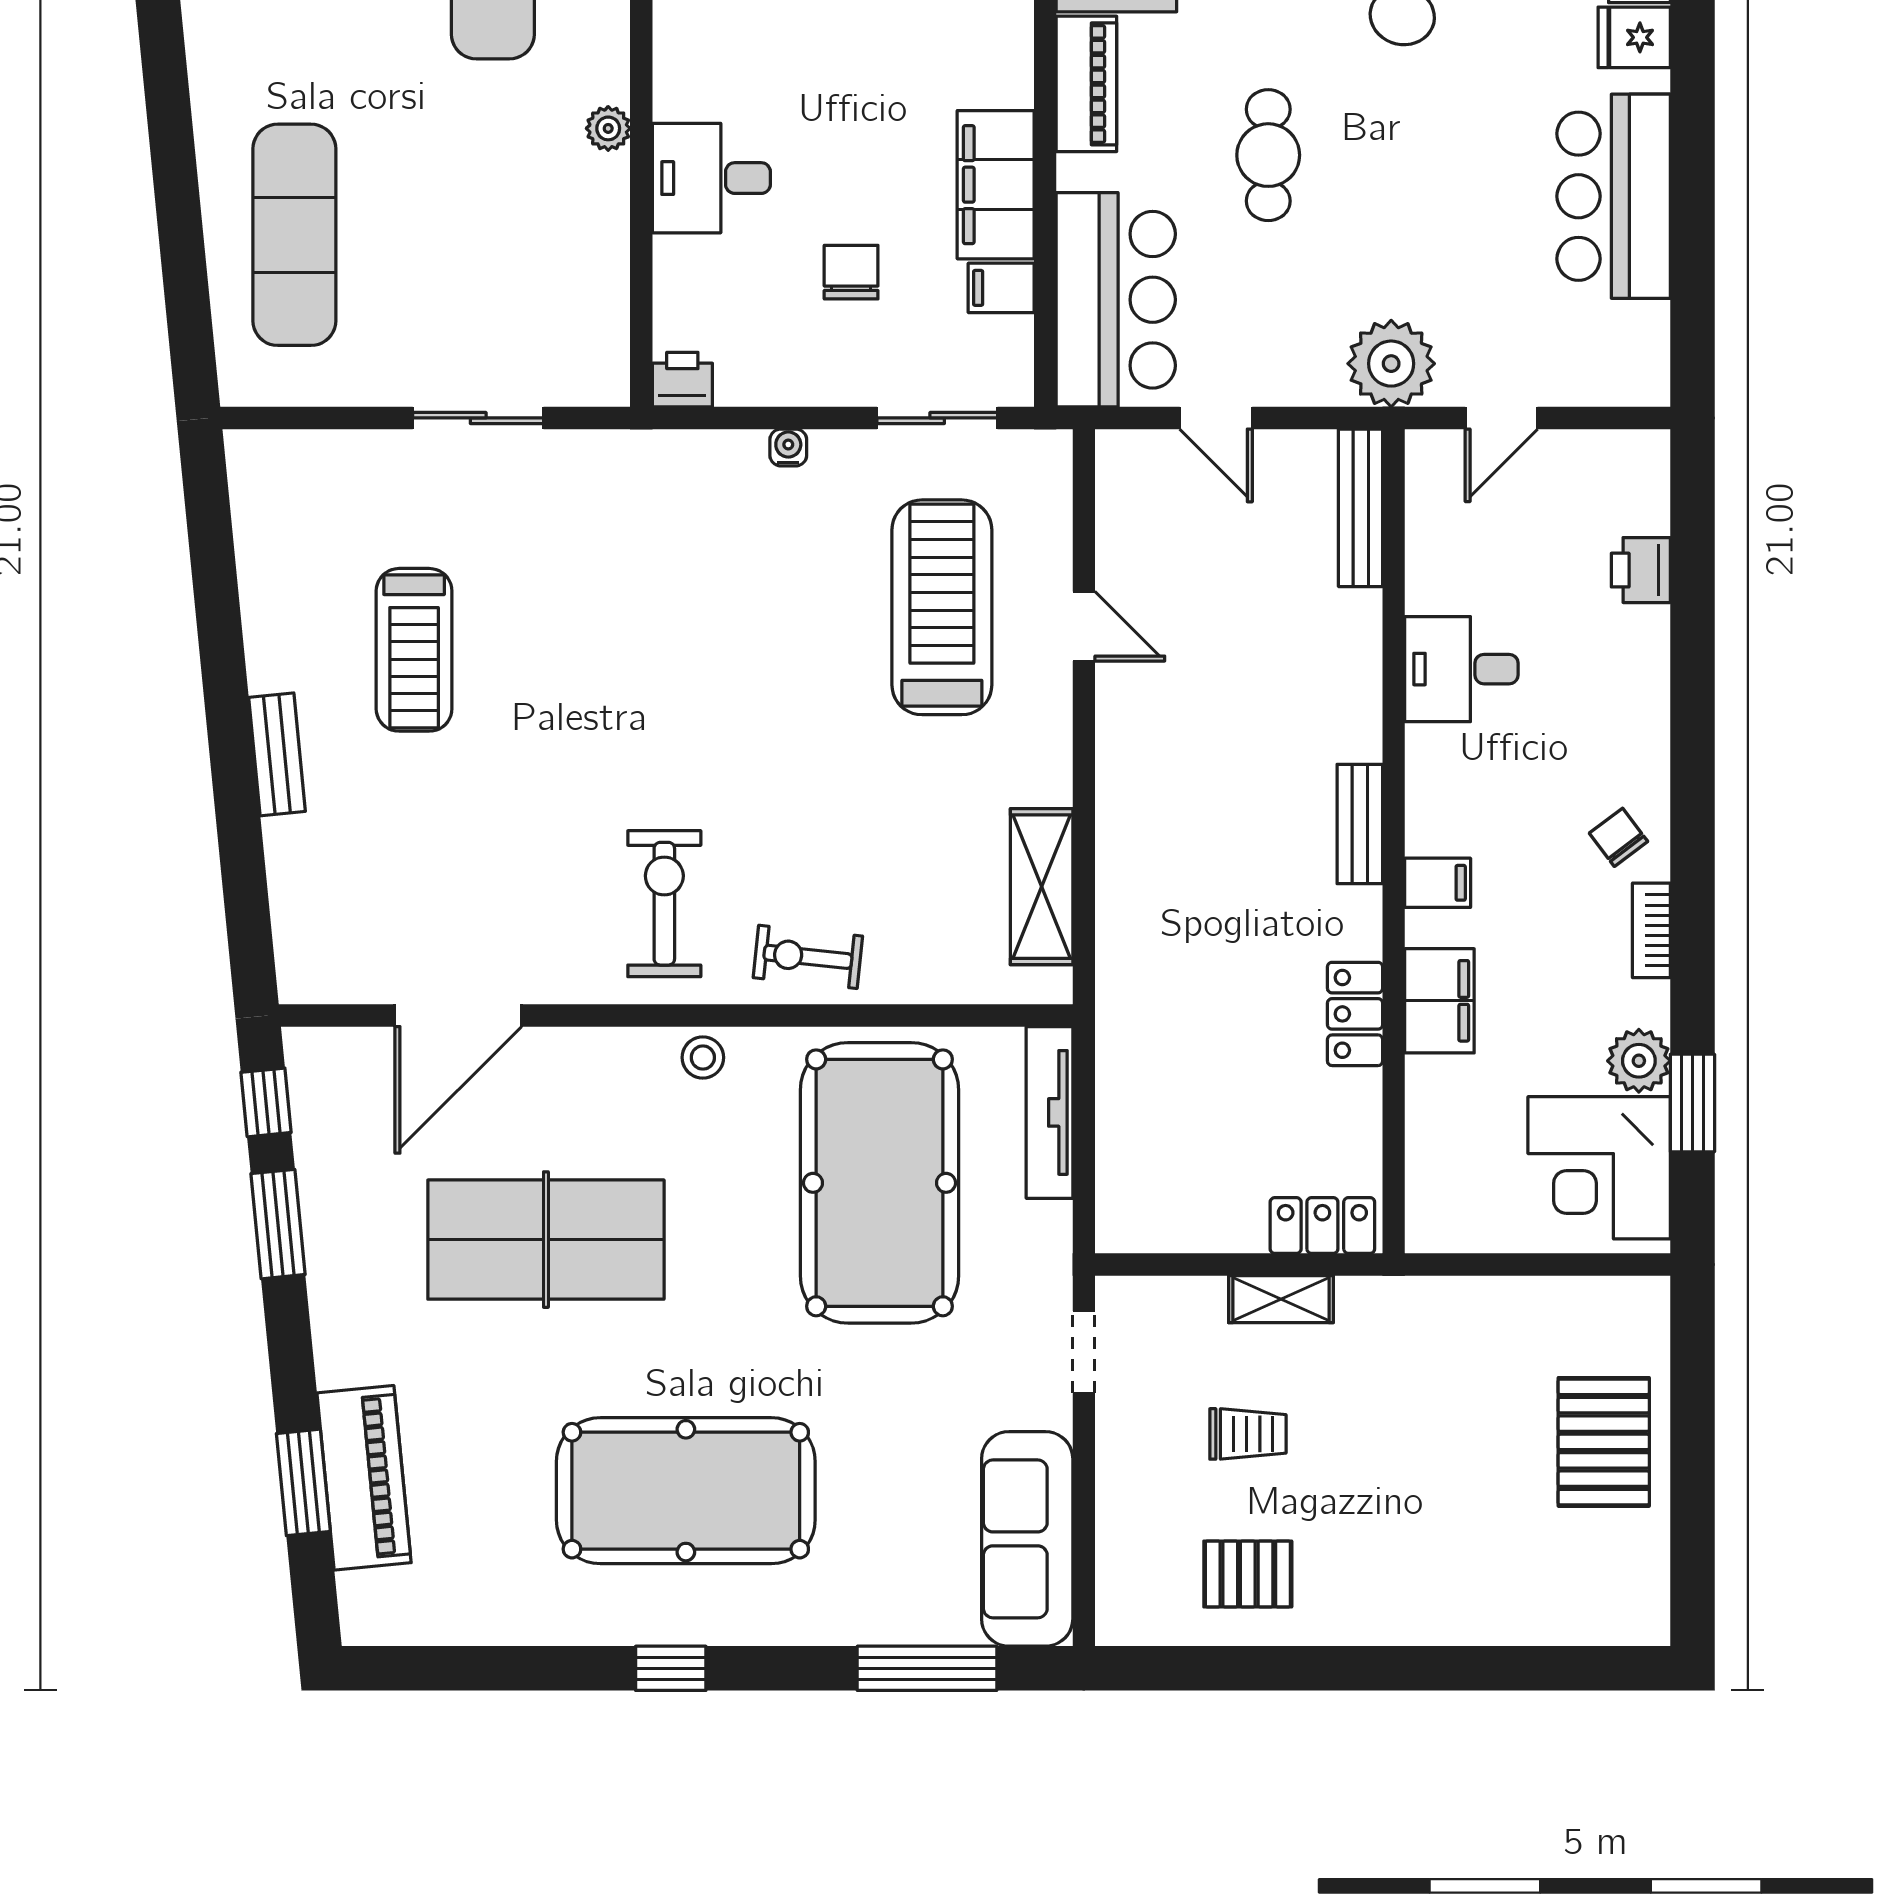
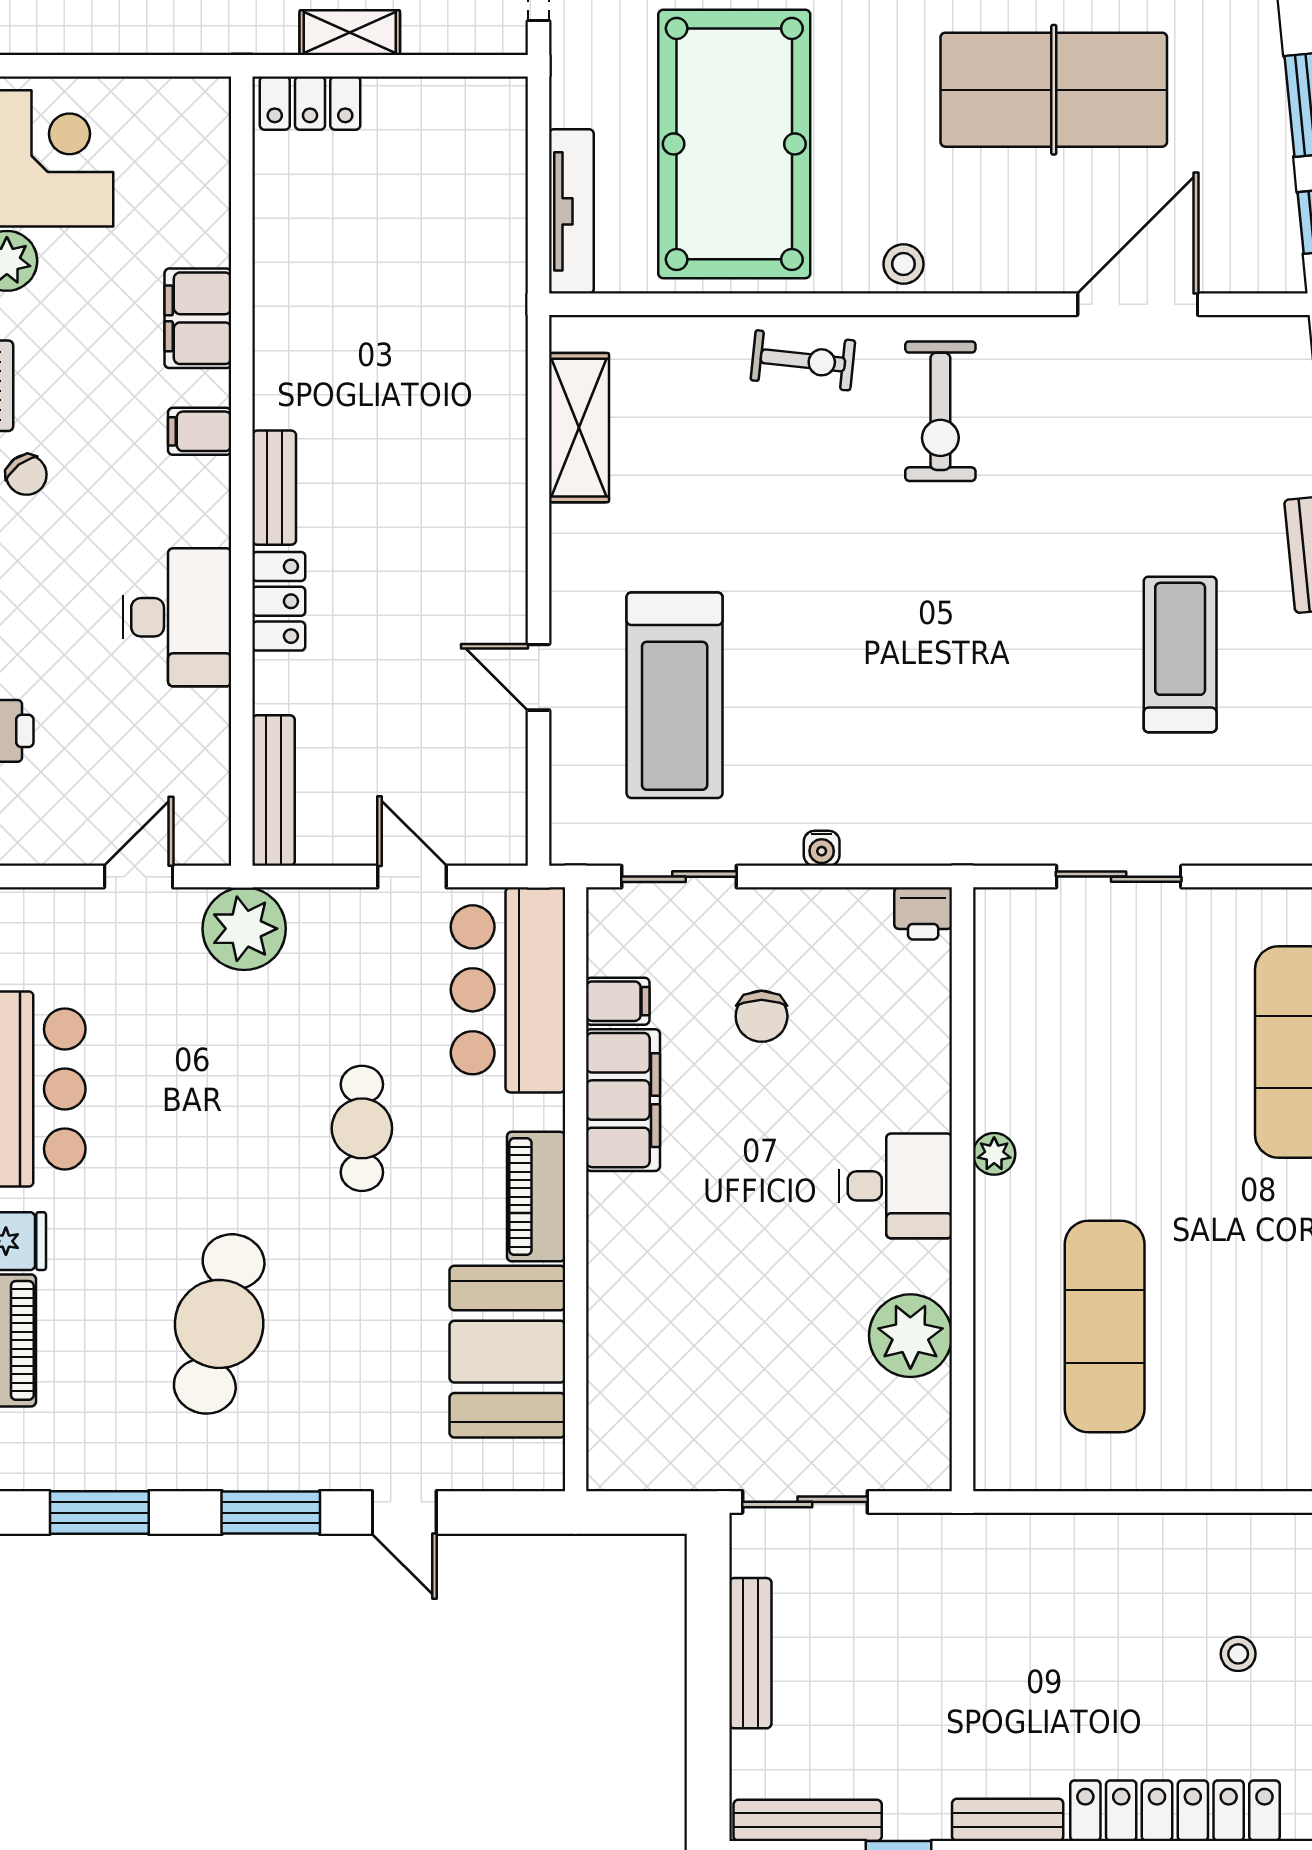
desk: (711, 178) -> (895, 1186), moved
desk: (1461, 669) -> (177, 617), width x1.37
locker: (1355, 1014) -> (279, 601), moved

